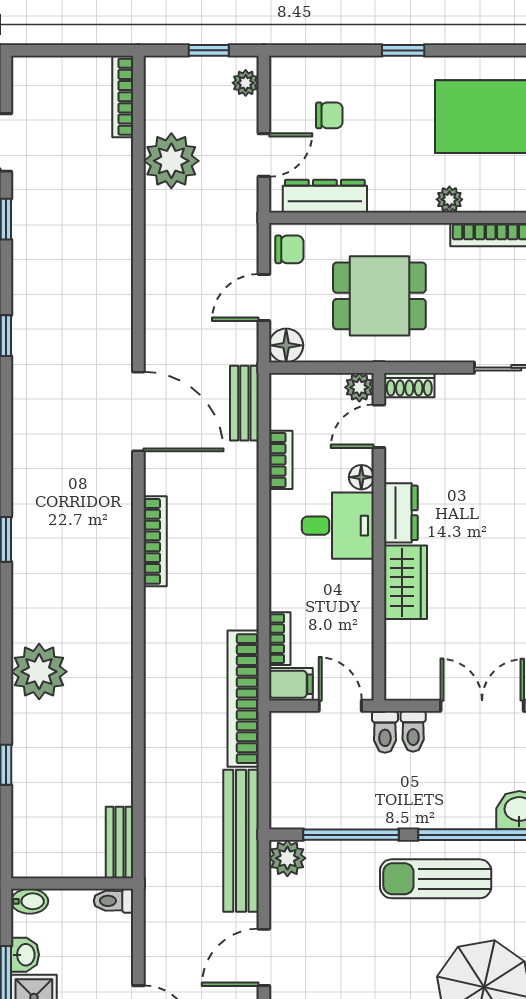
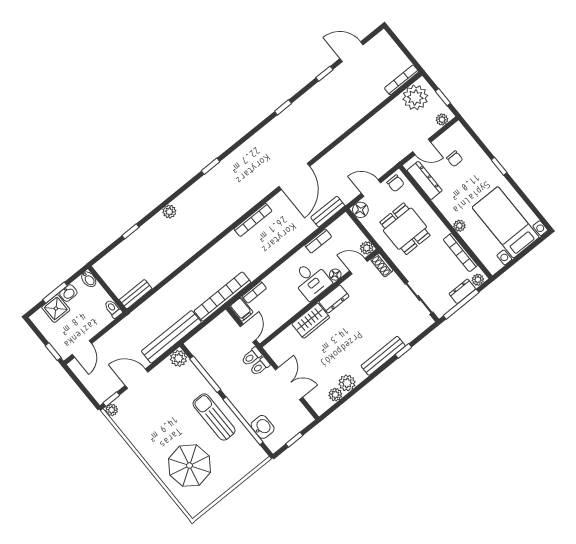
plant: (171, 161) -> (415, 97), moved
plant: (39, 672) -> (169, 212), width x0.53, depth x0.53

